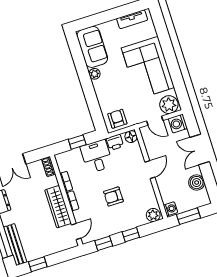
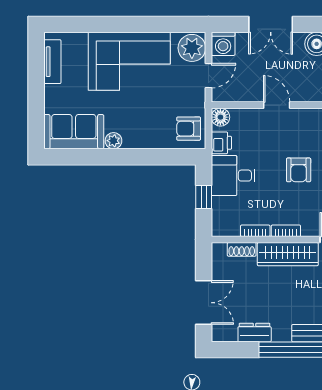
shoe rack: (49, 166) -> (242, 249), moved

